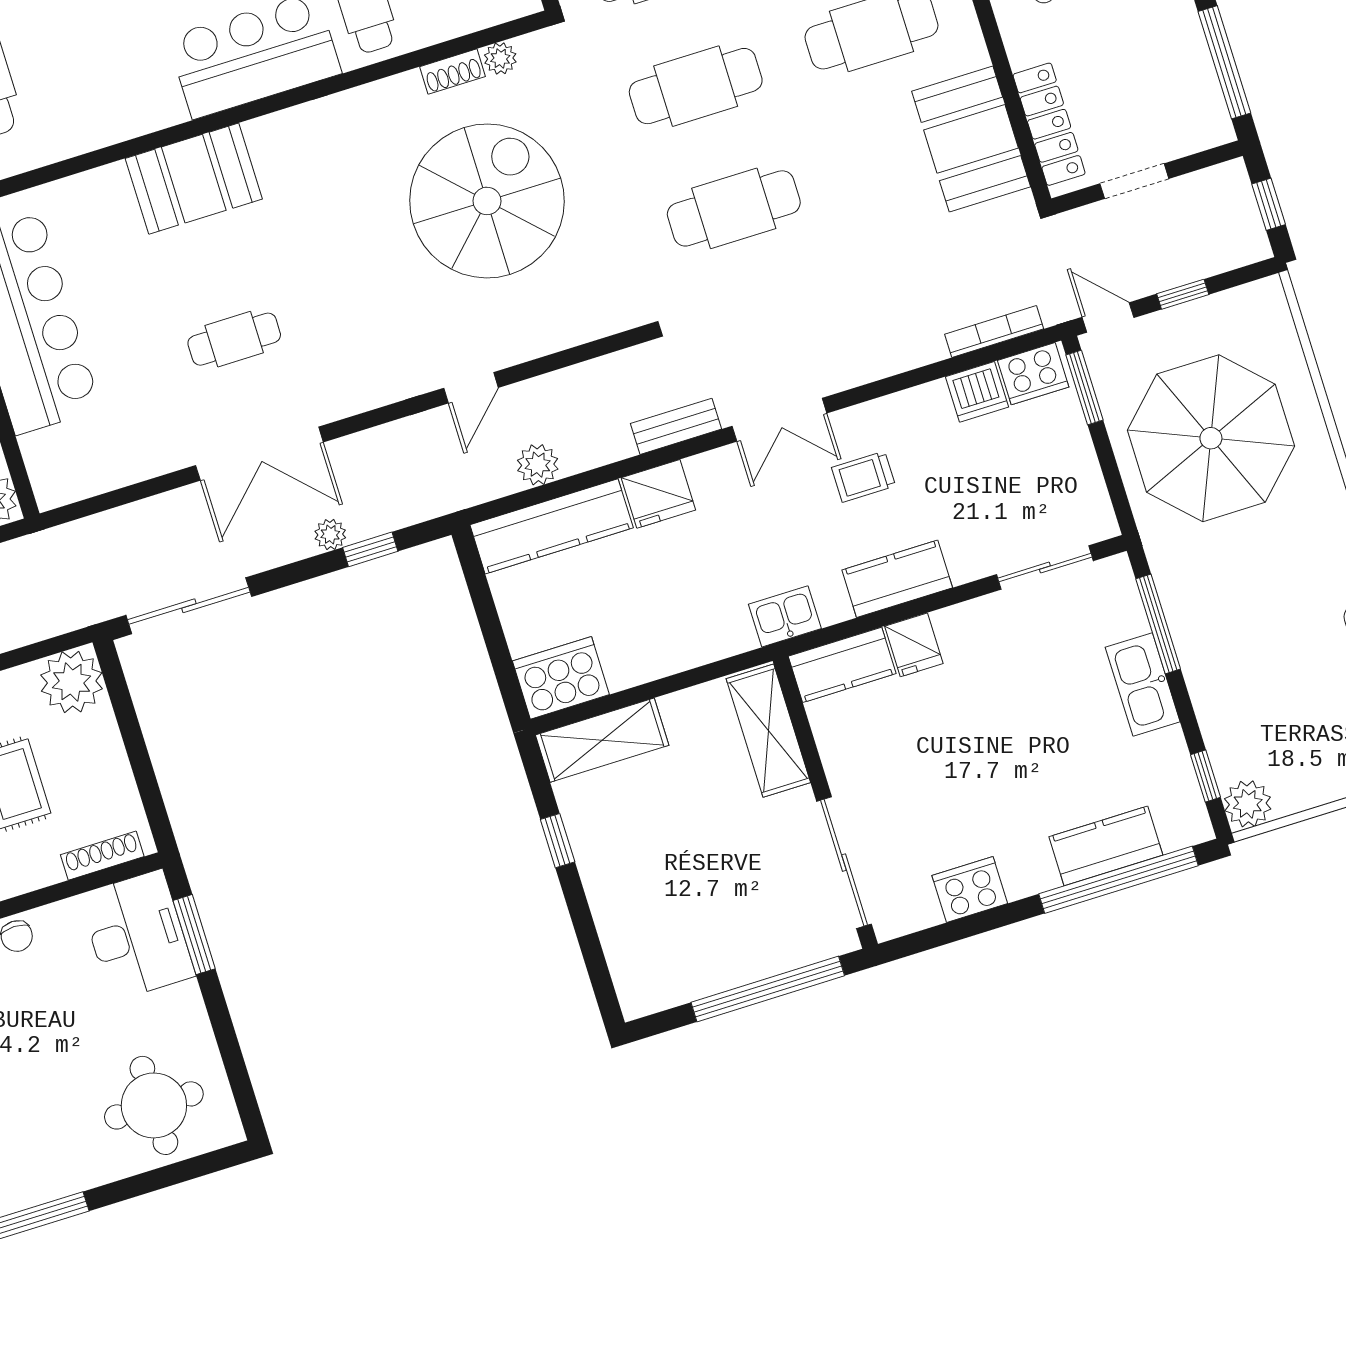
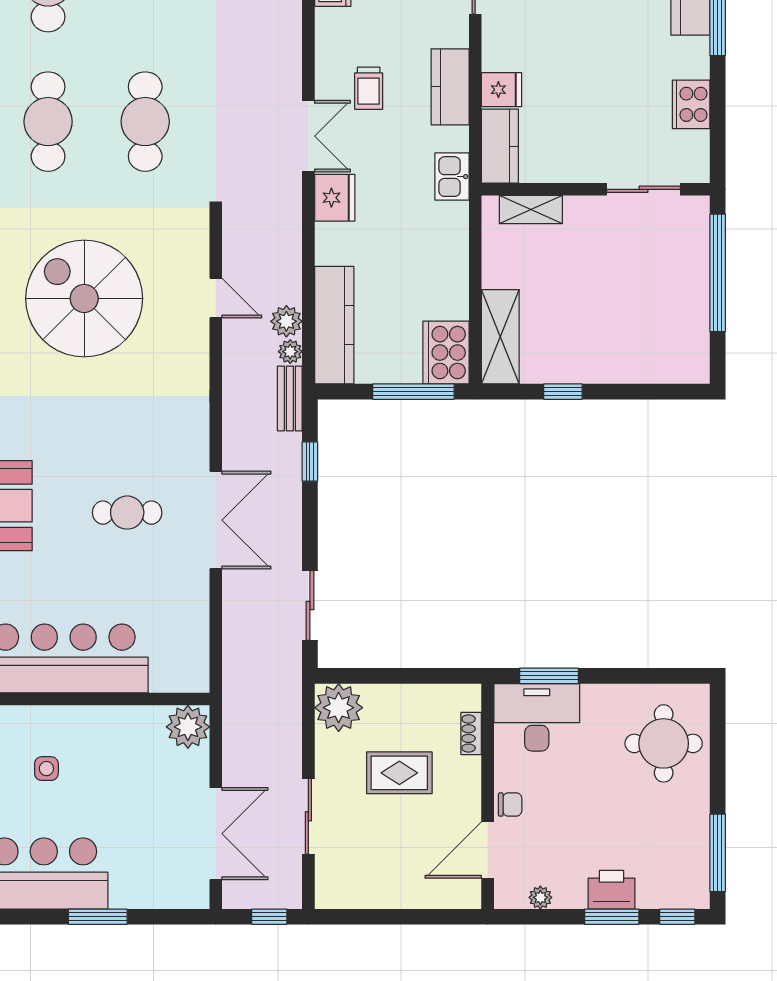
cafe table: (234, 339) -> (127, 513), turned 90
door: (471, 388) -> (216, 298), moved
bench: (676, 426) -> (290, 398), moved
fridge: (658, 494) -> (335, 198), moved
plant: (330, 534) -> (290, 352), moved
sliding door: (189, 606) -> (310, 606), width x0.73
window: (499, 652) -> (413, 392), added
shelving: (768, 731) -> (531, 210), width x0.67, depth x0.75
shoe rack: (102, 856) -> (471, 734), width x0.70
sliding door: (844, 863) -> (643, 189), width x0.73

